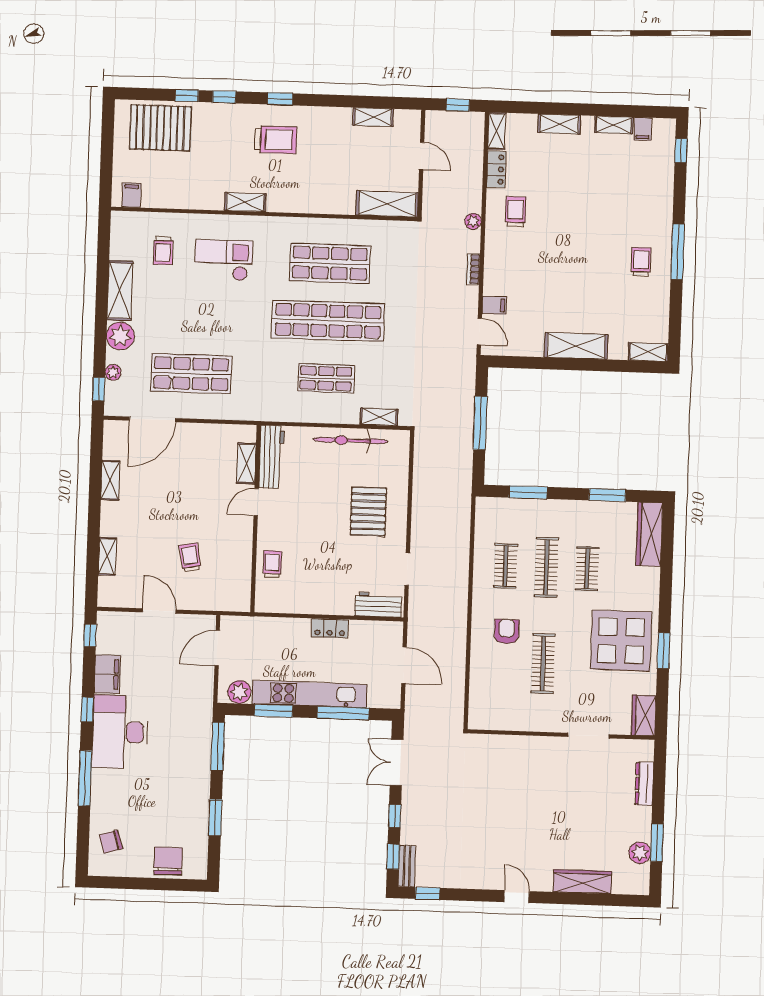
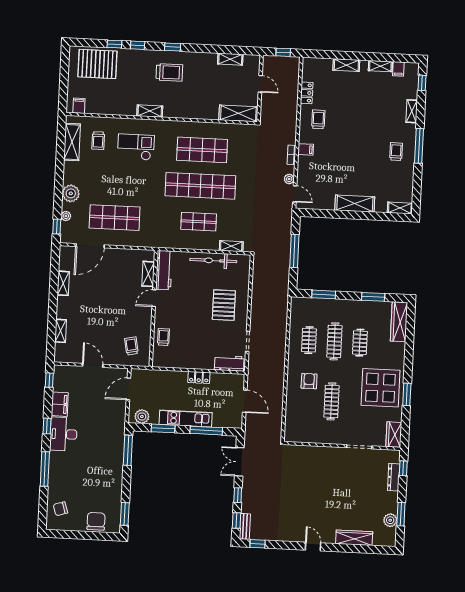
shelving: (497, 131) -> (412, 111), moved
plant: (473, 221) -> (289, 179), moved
shelving: (120, 291) -> (72, 142), moved
filing cabinet: (494, 305) -> (306, 149), moved
trolley: (190, 558) -> (131, 346), moved
kitchen unit: (310, 694) -> (186, 418), width x0.73
desk: (120, 732) -> (63, 434), width x0.73, depth x0.77
window: (659, 769) -> (403, 468), added
window: (215, 818) -> (125, 514), moved

